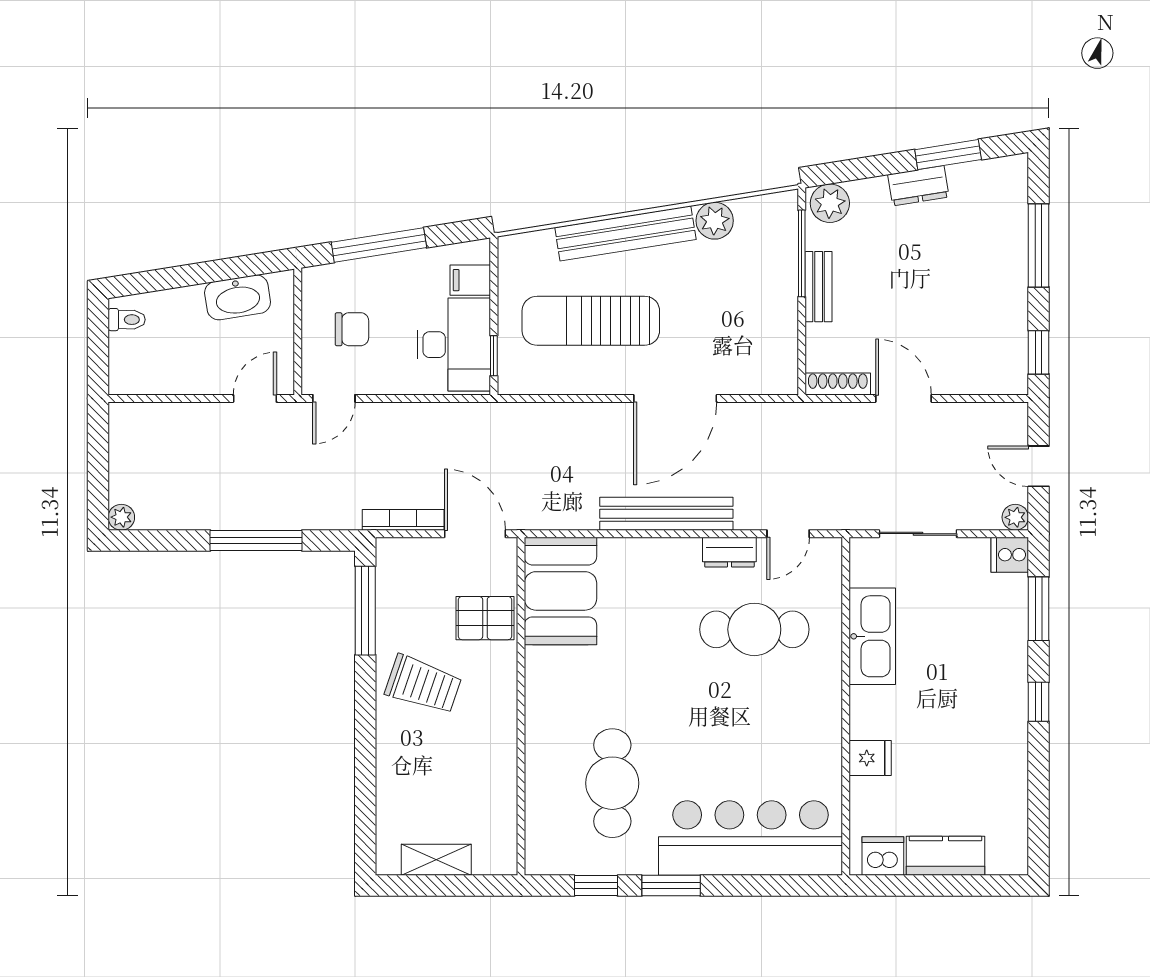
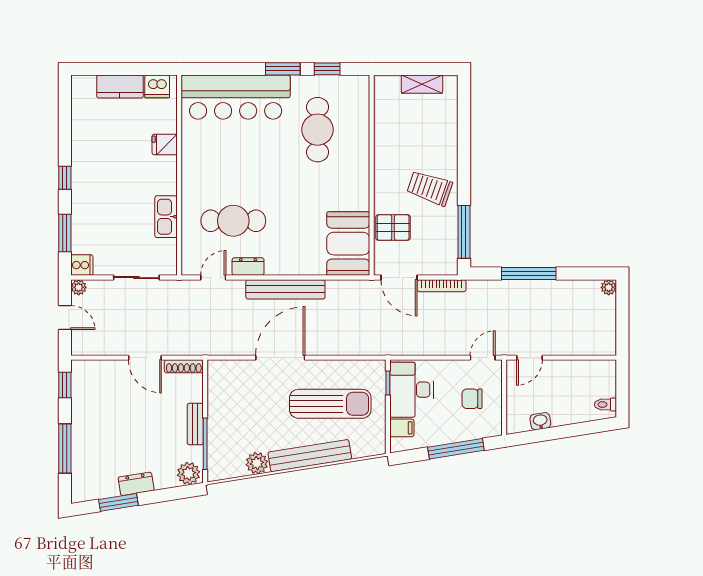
washbasin: (238, 297) -> (540, 421), width x0.52, depth x0.69
kitchen sink: (872, 636) -> (166, 217), width x0.73, depth x0.81

